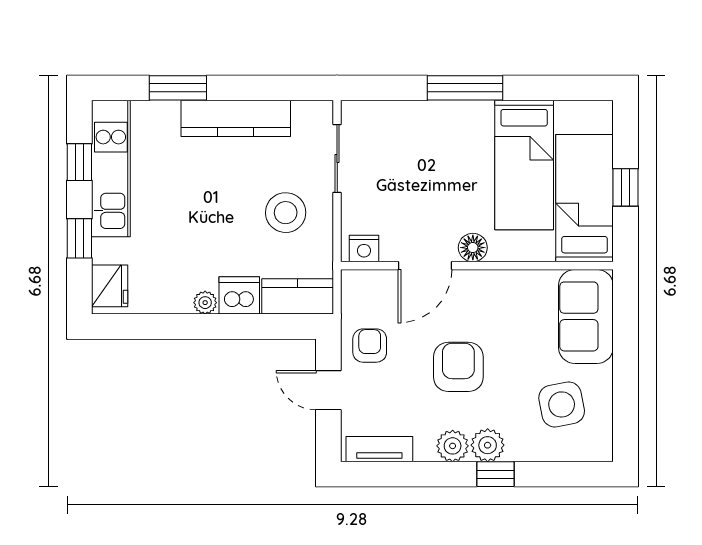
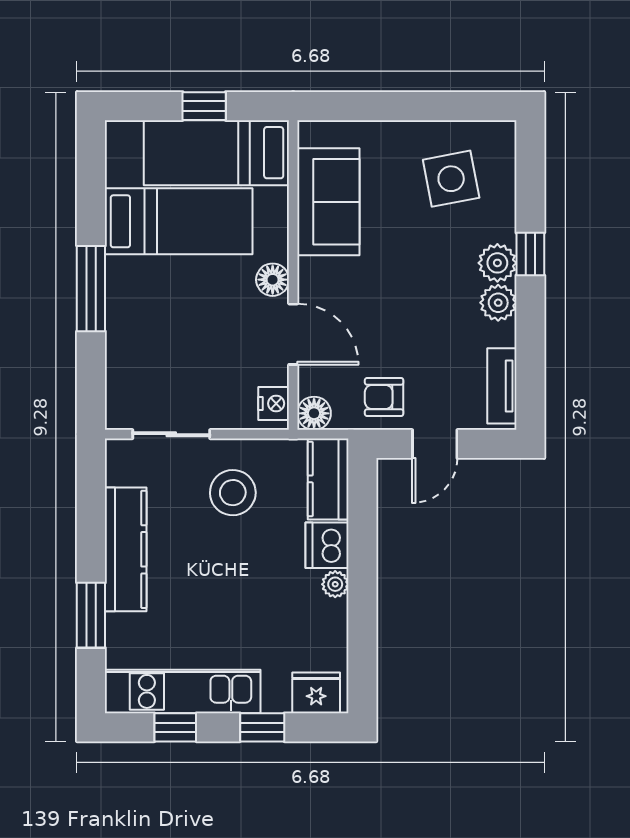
floor lamp: (355, 284) -> (314, 413), added
sofa: (586, 316) -> (328, 202), moved, turned -90
armchair: (458, 367) -> (408, 296), removed

